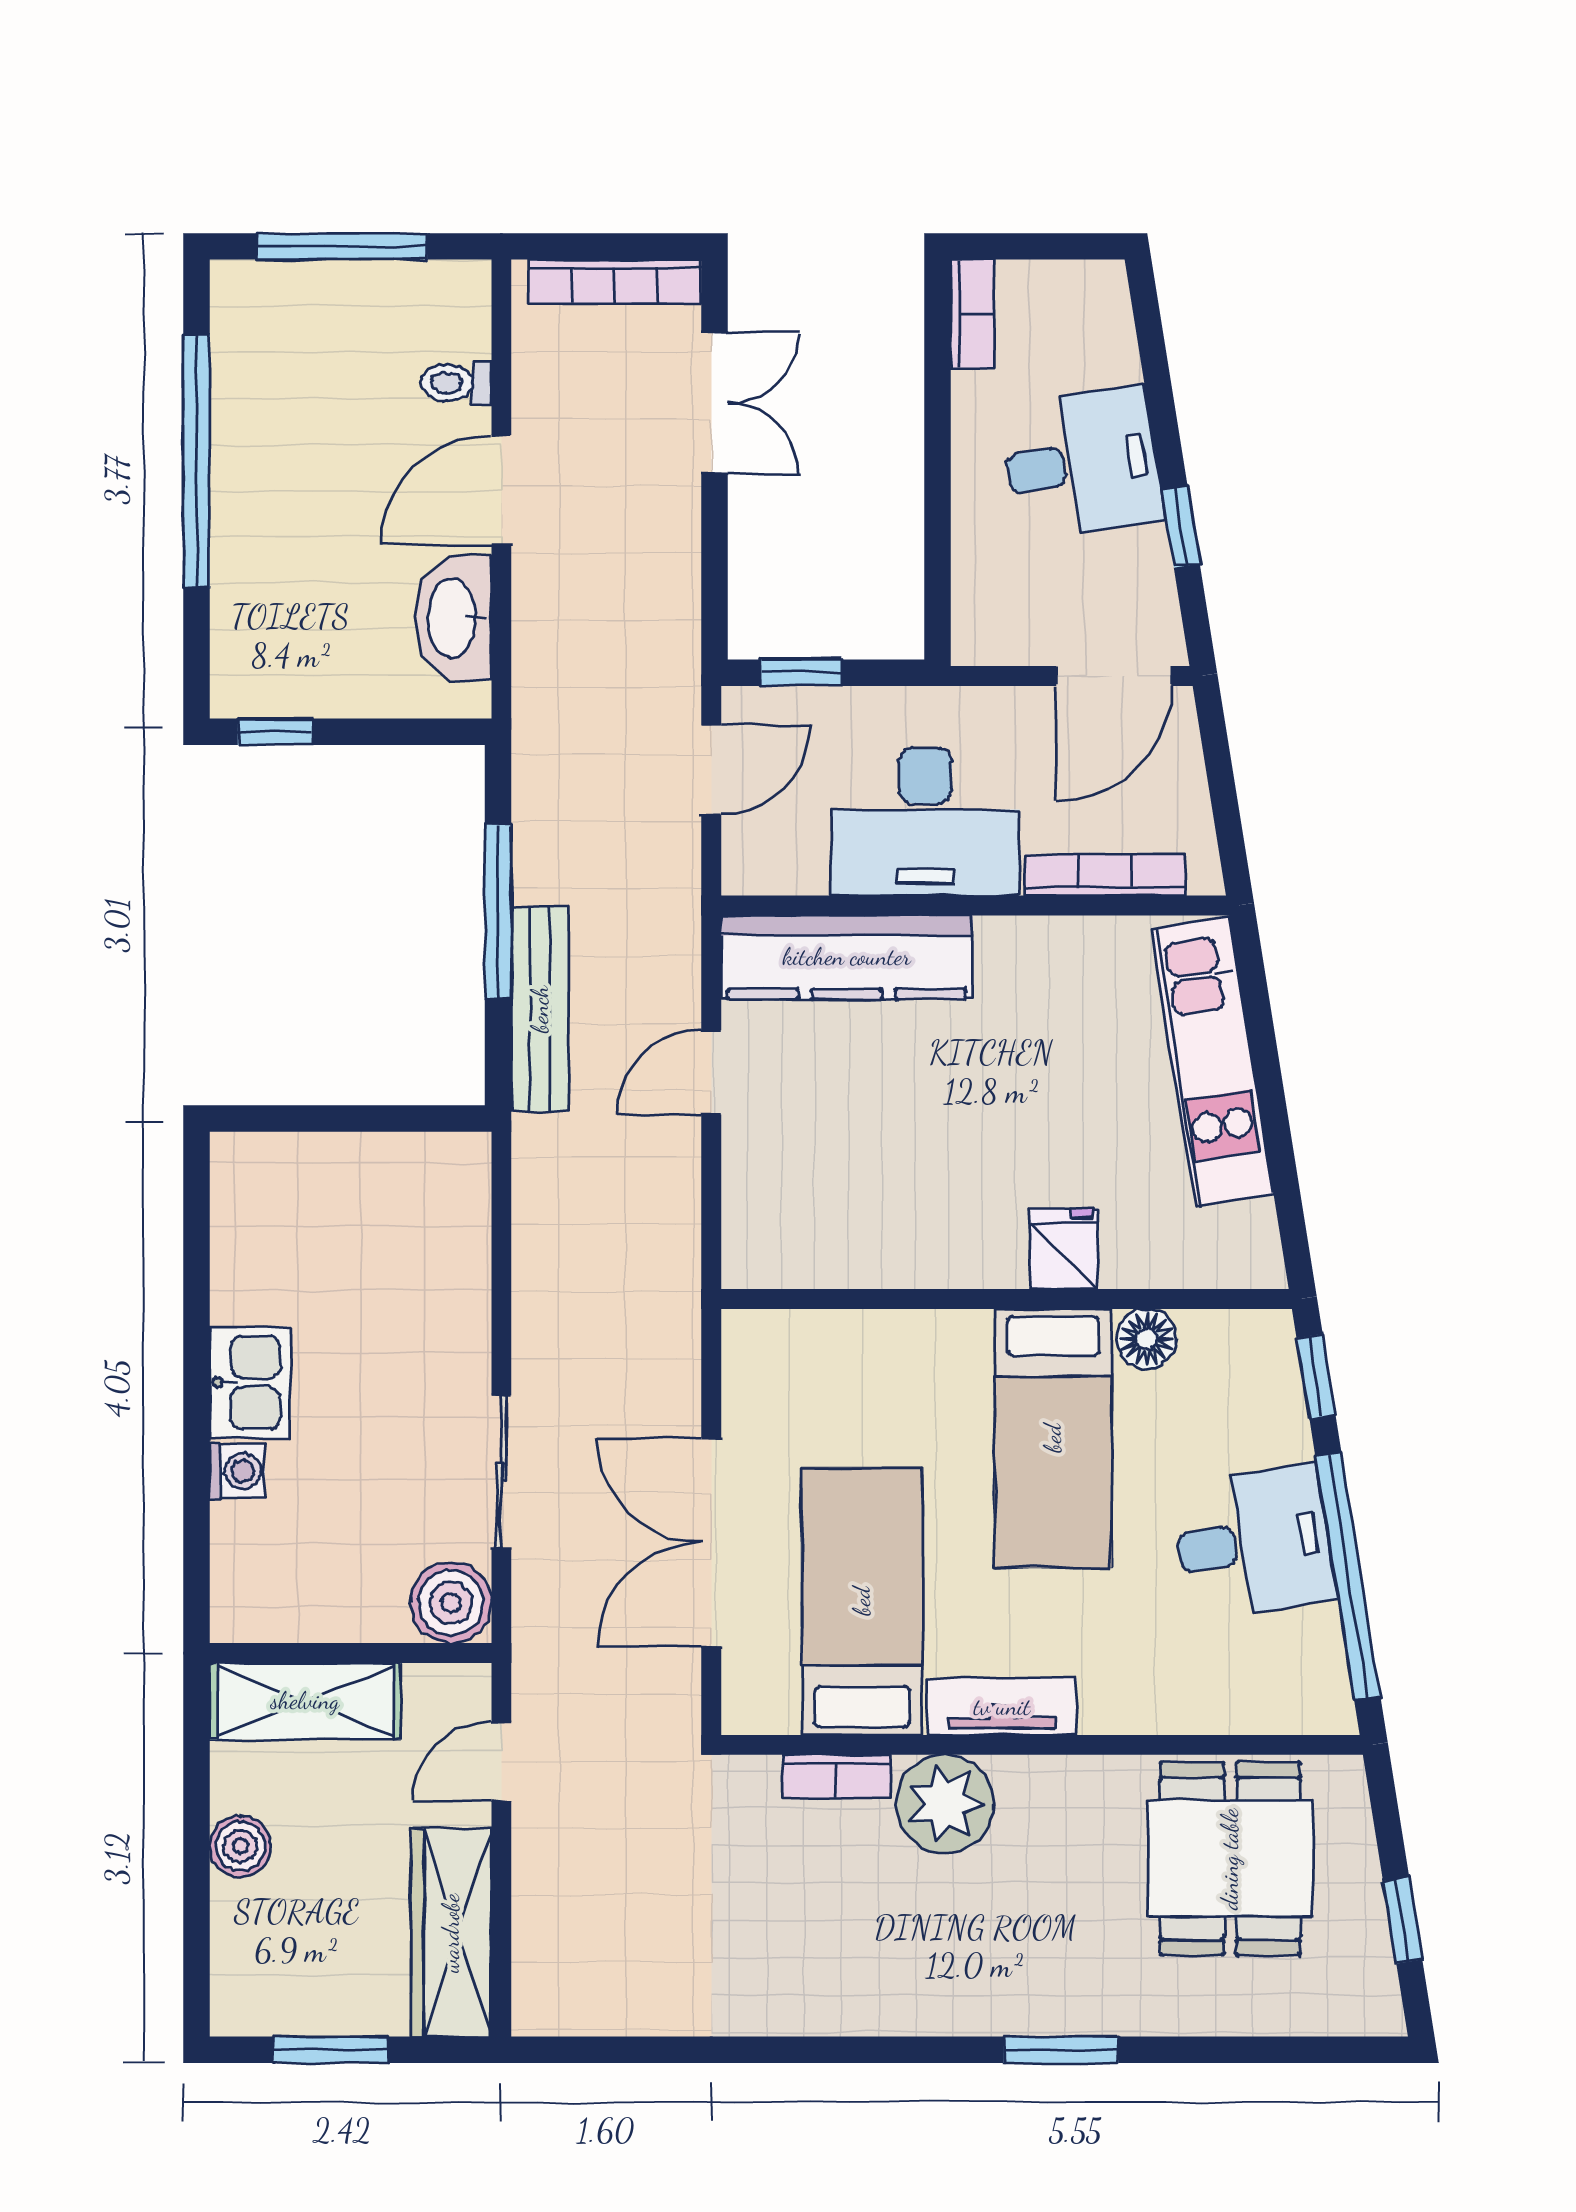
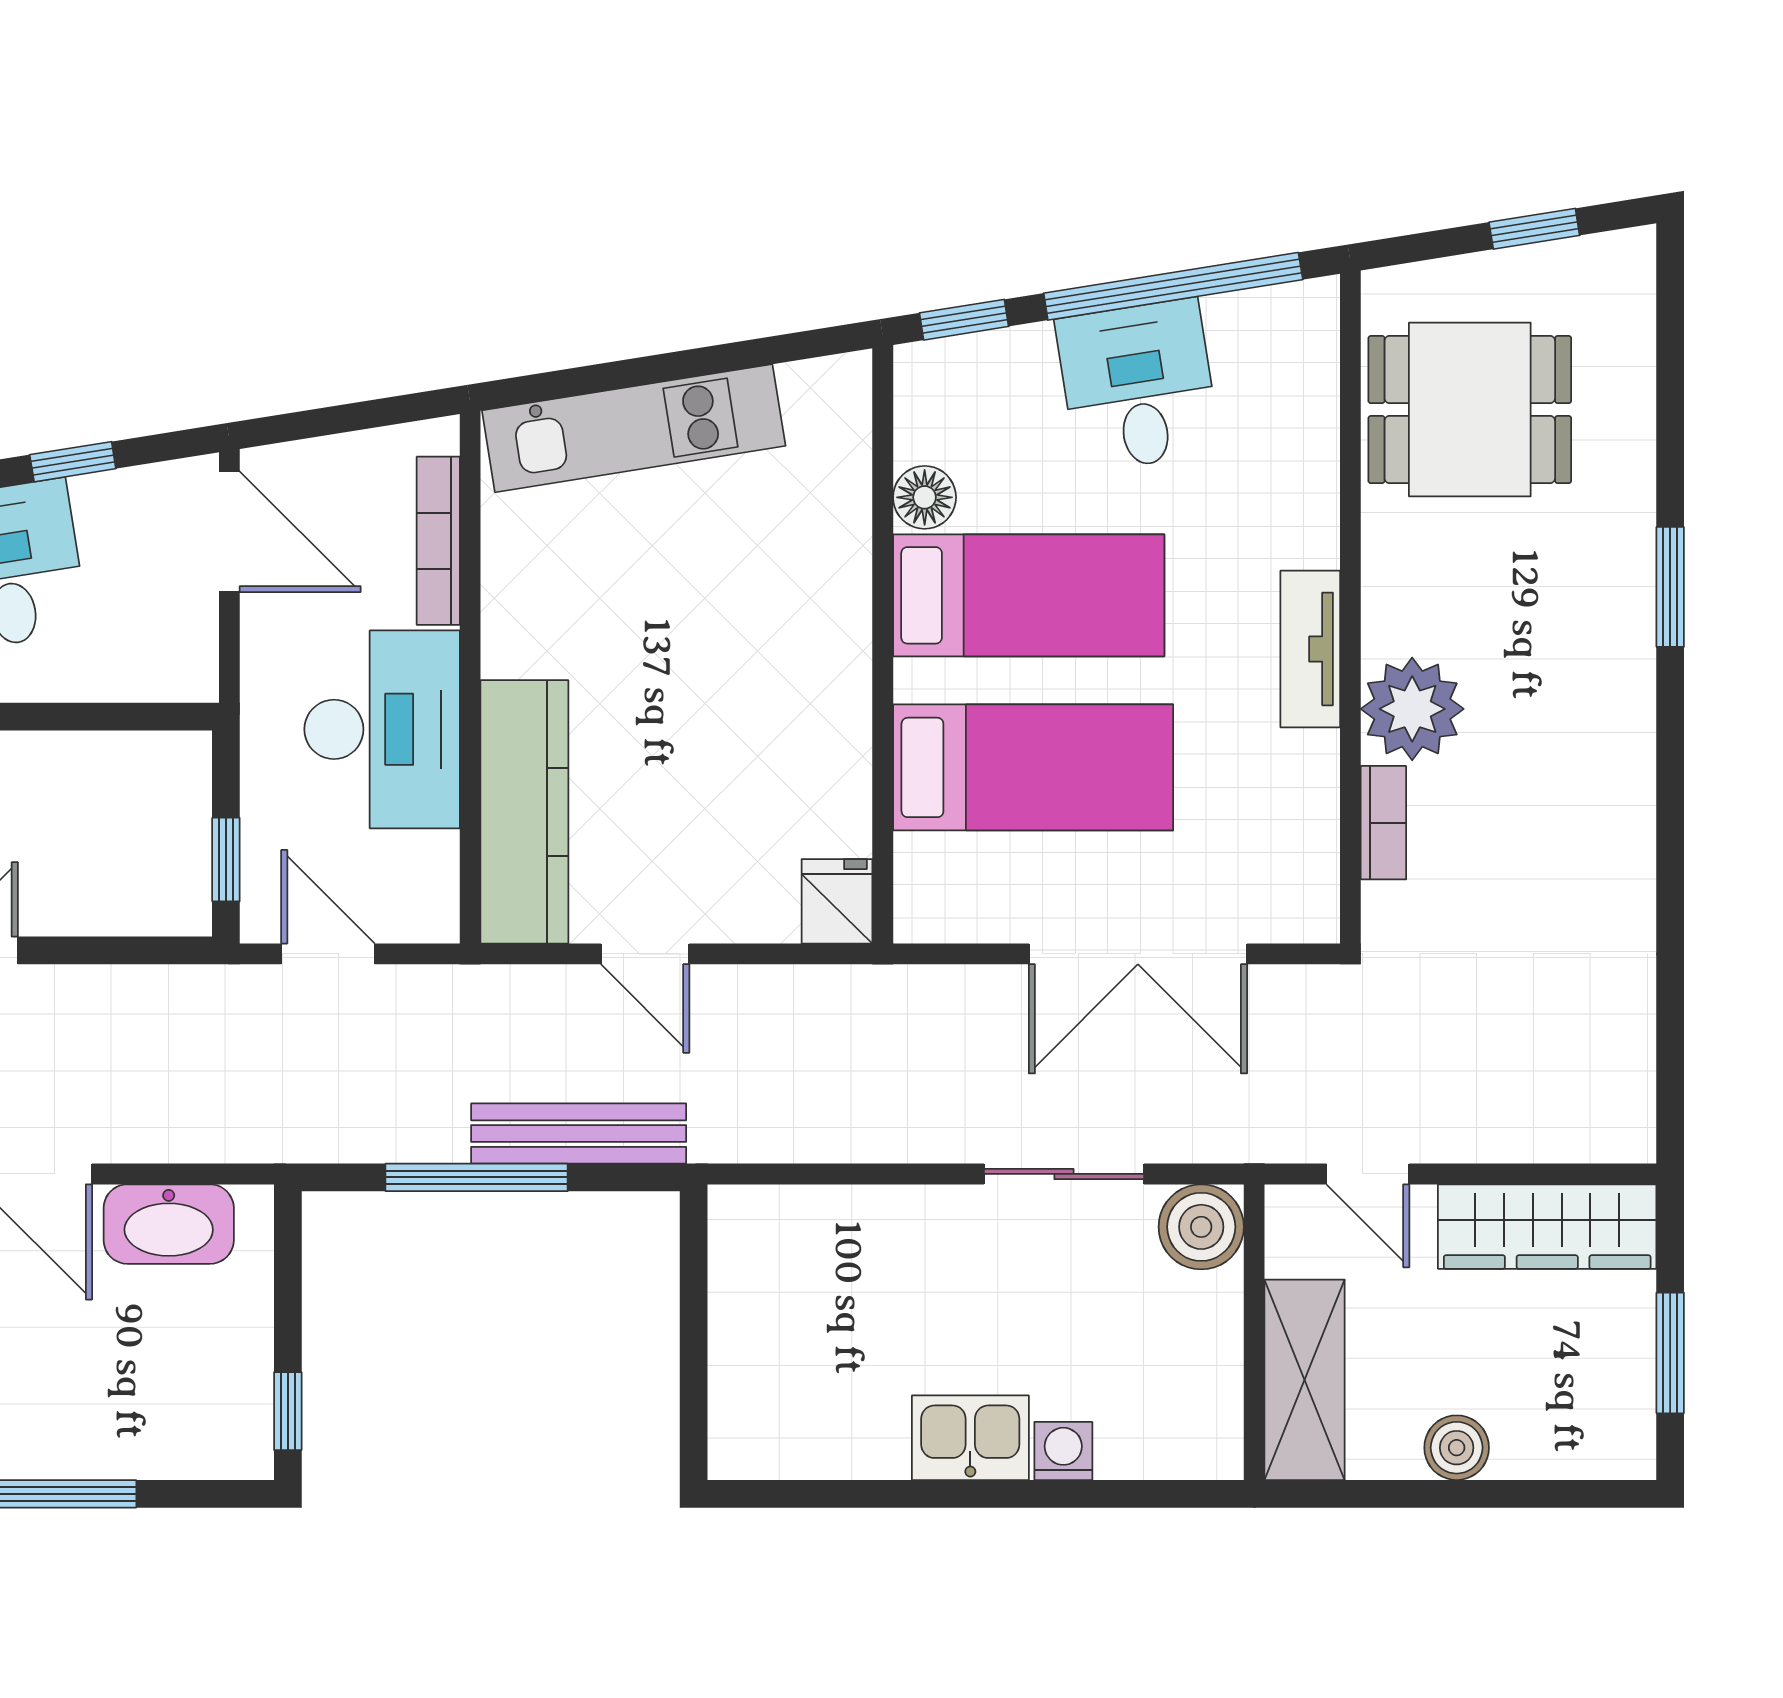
fridge: (1064, 1249) -> (837, 901), moved, turned 90
bed: (862, 1601) -> (1033, 767), moved, turned 180

